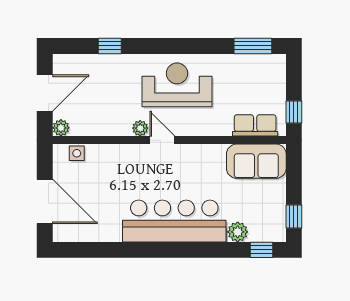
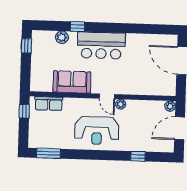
side table: (77, 153) -> (161, 90), removed
sofa: (256, 161) -> (72, 82), moved
bar counter: (174, 221) -> (101, 45), width x0.73
window: (262, 250) -> (77, 27), moved

